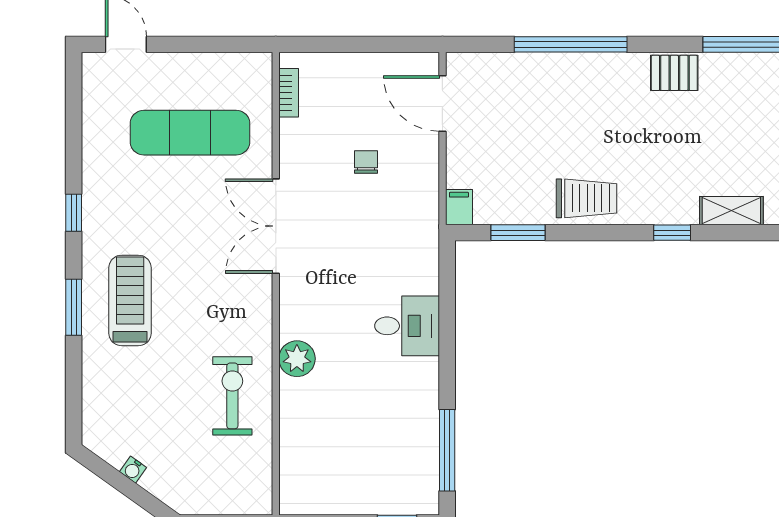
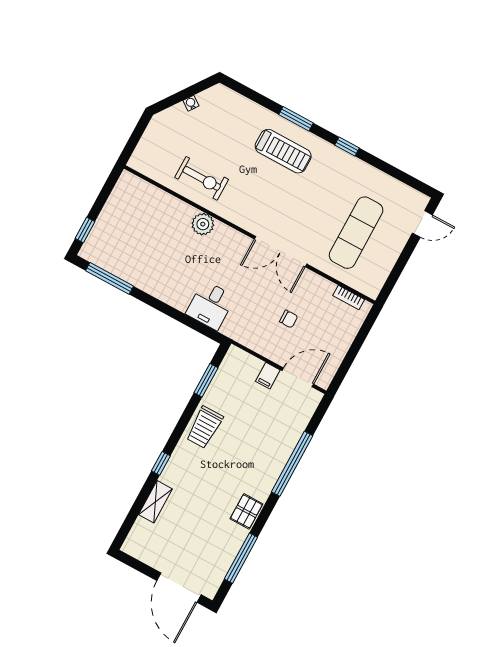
filing cabinet: (459, 207) -> (268, 376), moved, turned 90
double door: (276, 226) -> (281, 252), swing flipped
desk: (407, 326) -> (211, 305), moved

